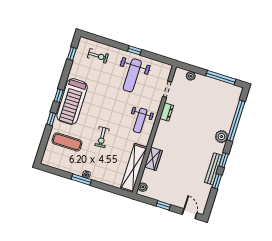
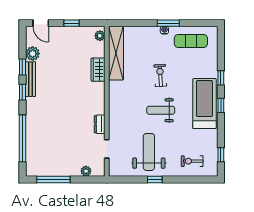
weight bench: (140, 121) -> (161, 110), moved, turned -90
plant: (221, 137) -> (33, 54), moved
exercise mat: (67, 142) -> (191, 41), moved

